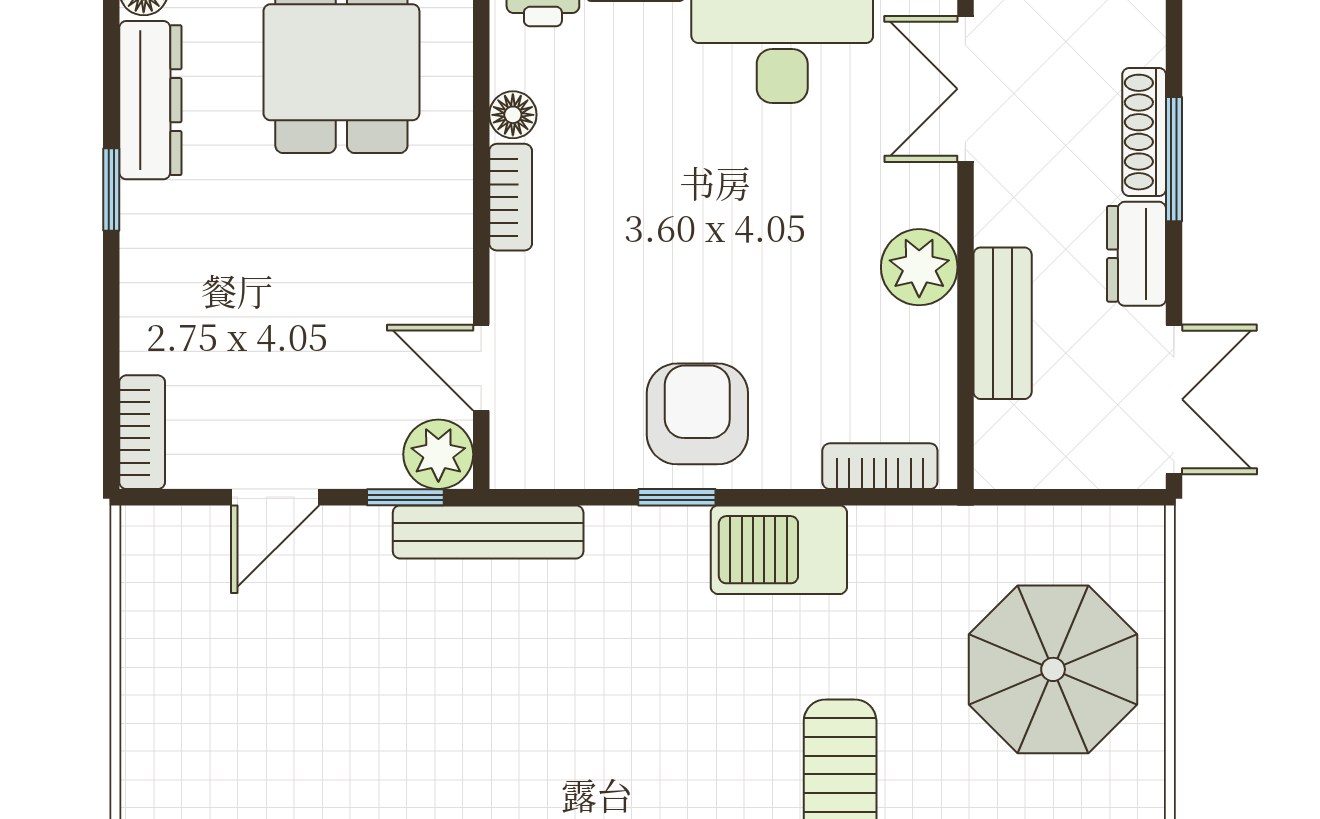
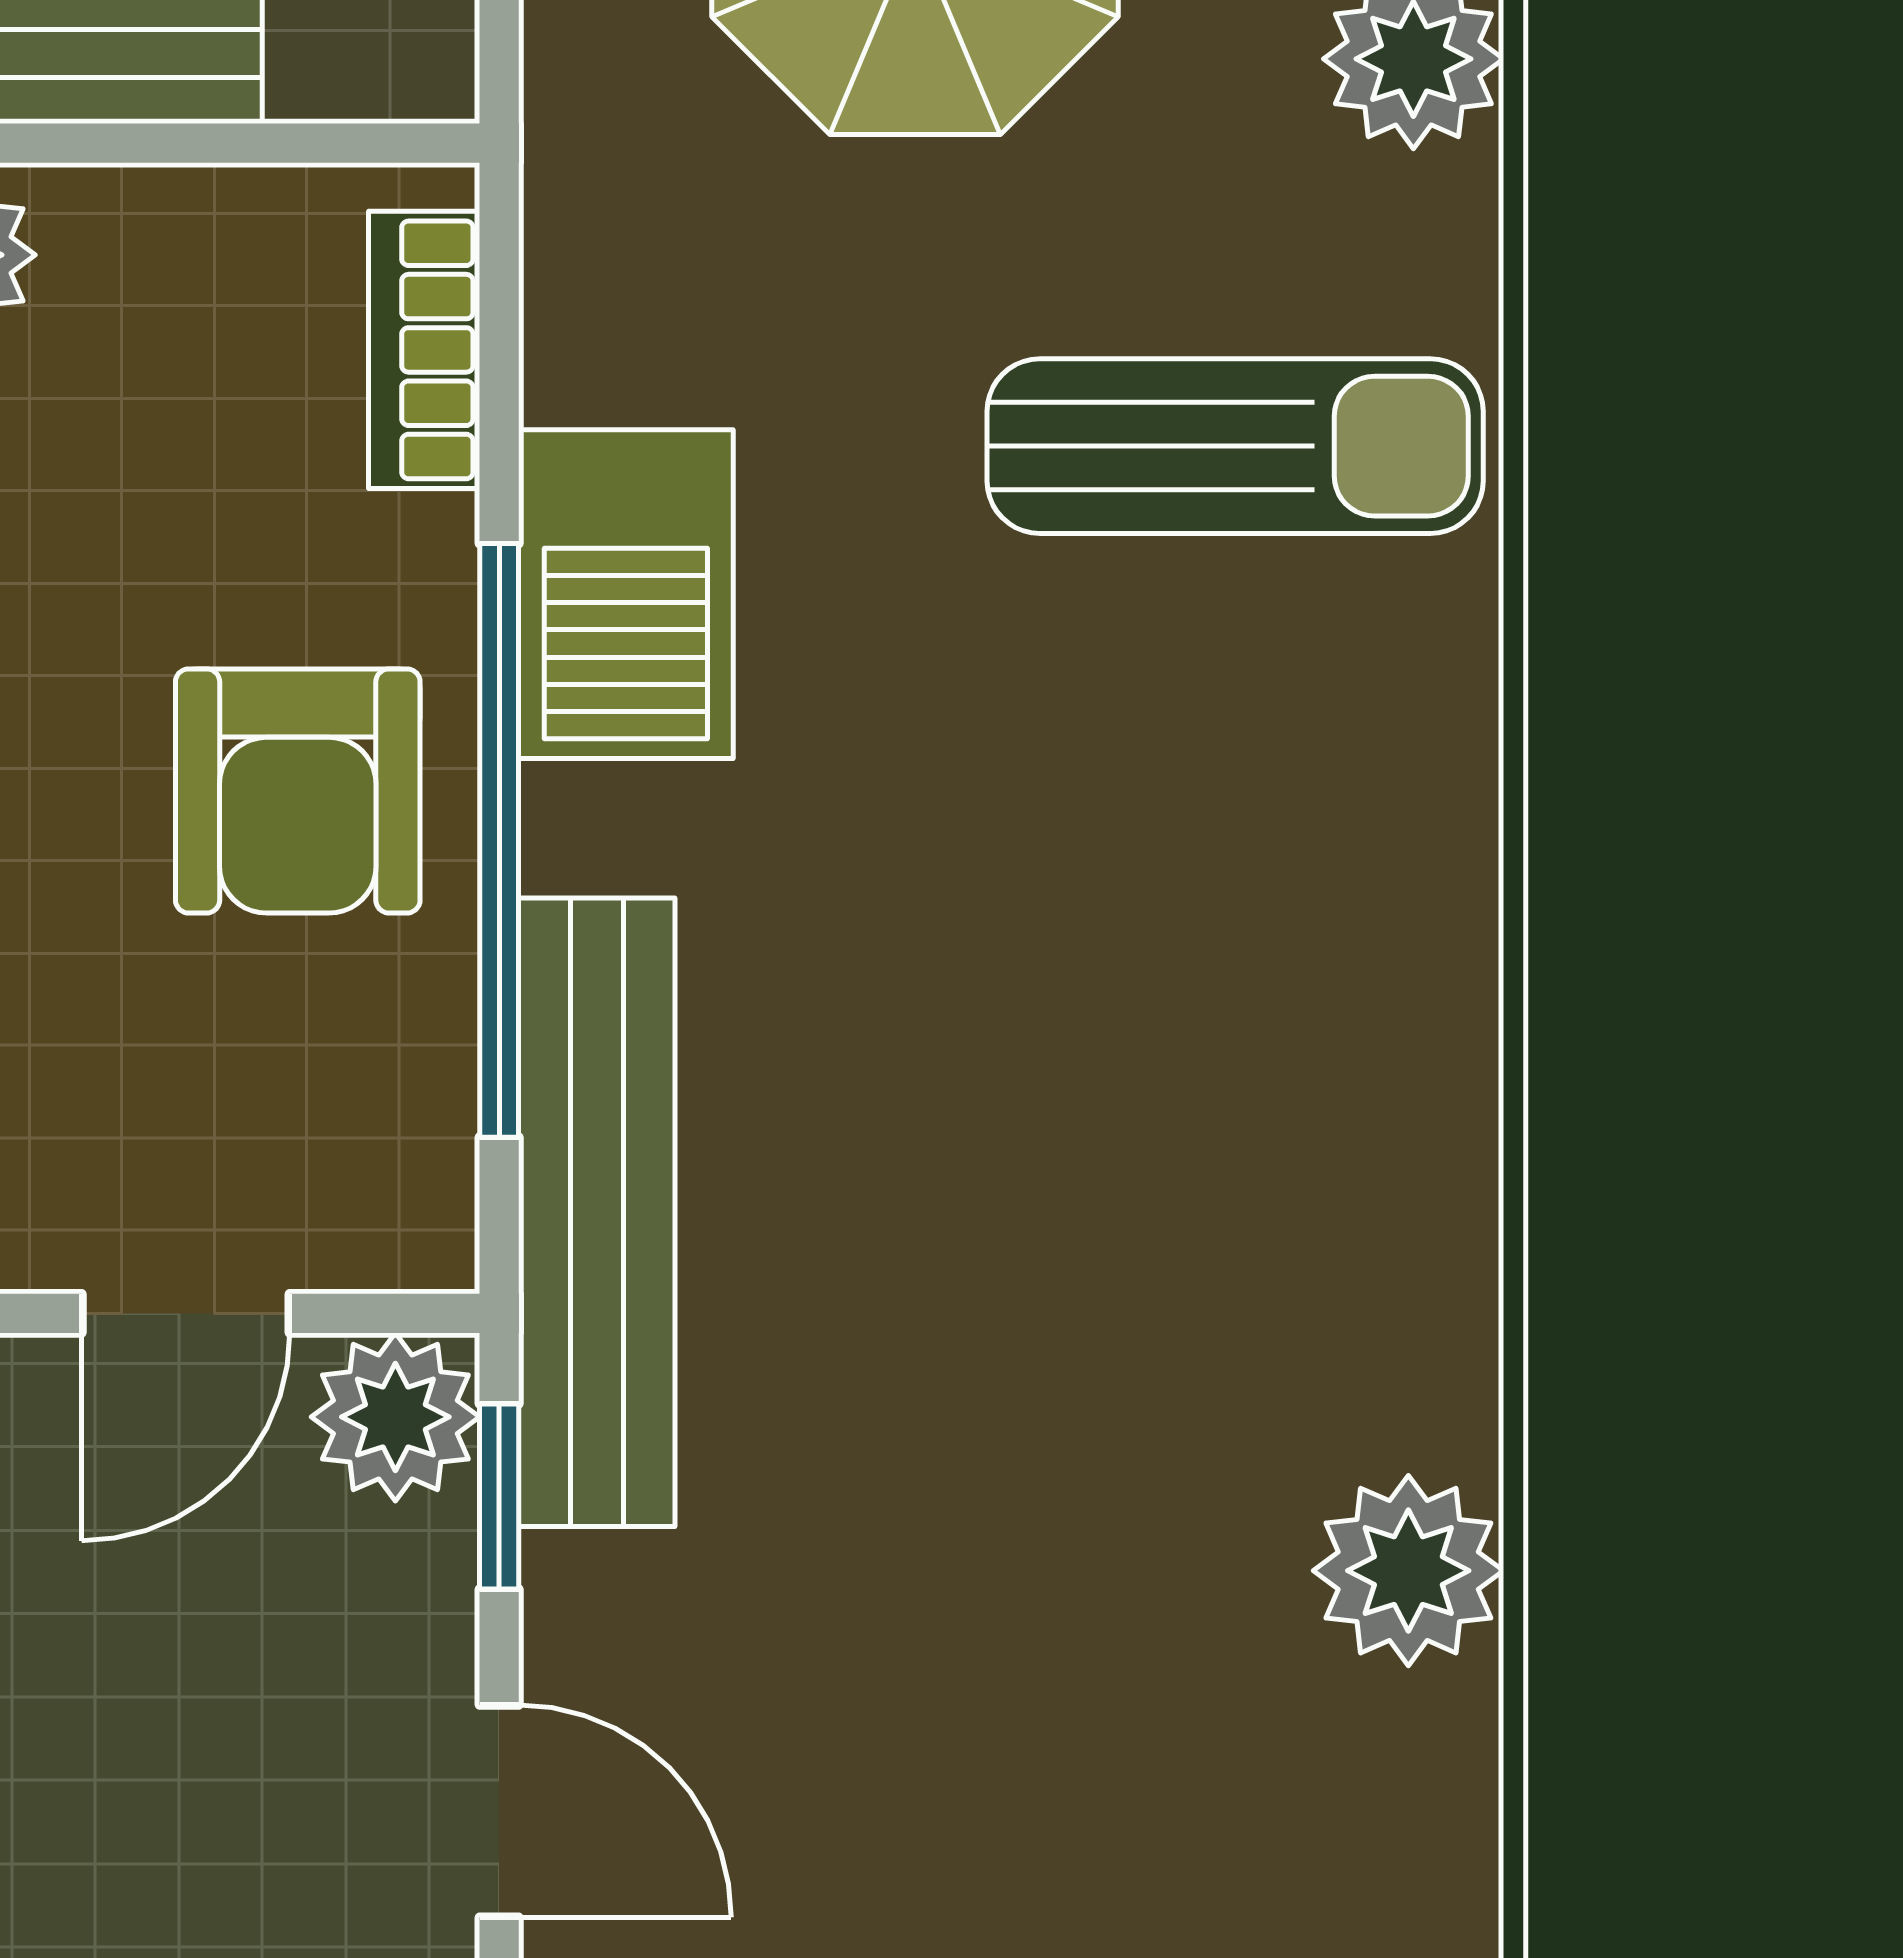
armchair: (697, 414) -> (298, 791), turned -90
window: (677, 497) -> (499, 840), width x3.17
bench: (488, 532) -> (597, 1212), width x1.37, depth x1.21

